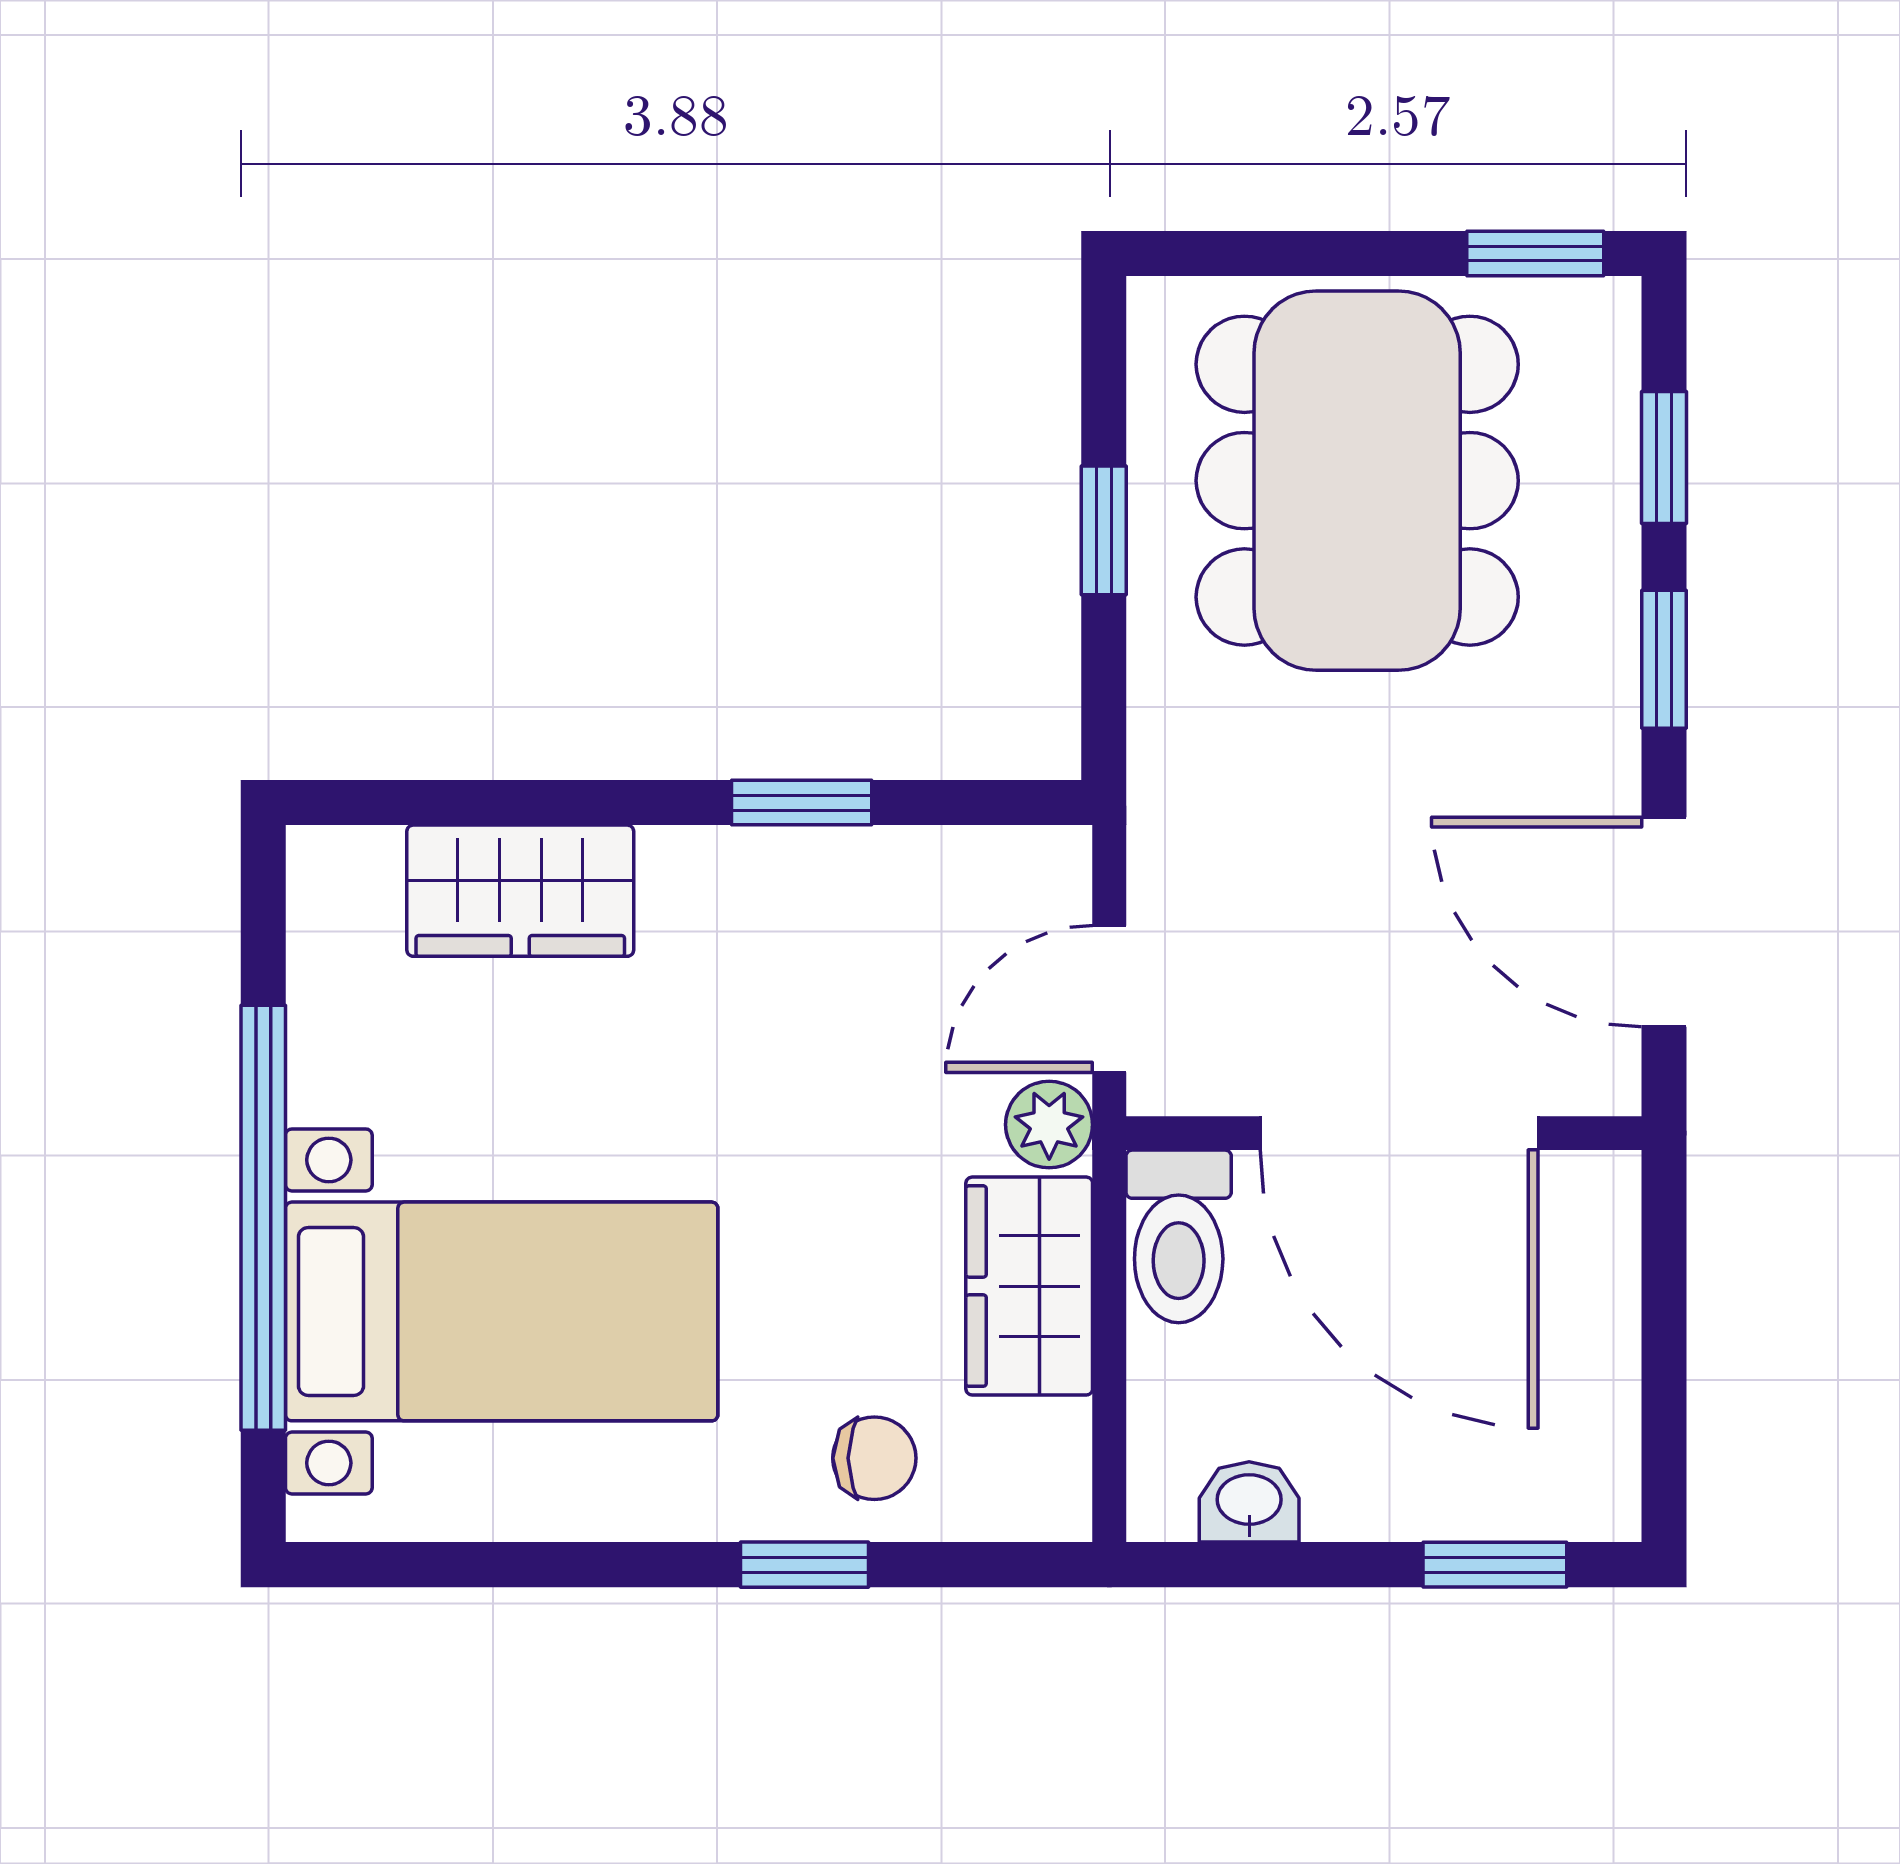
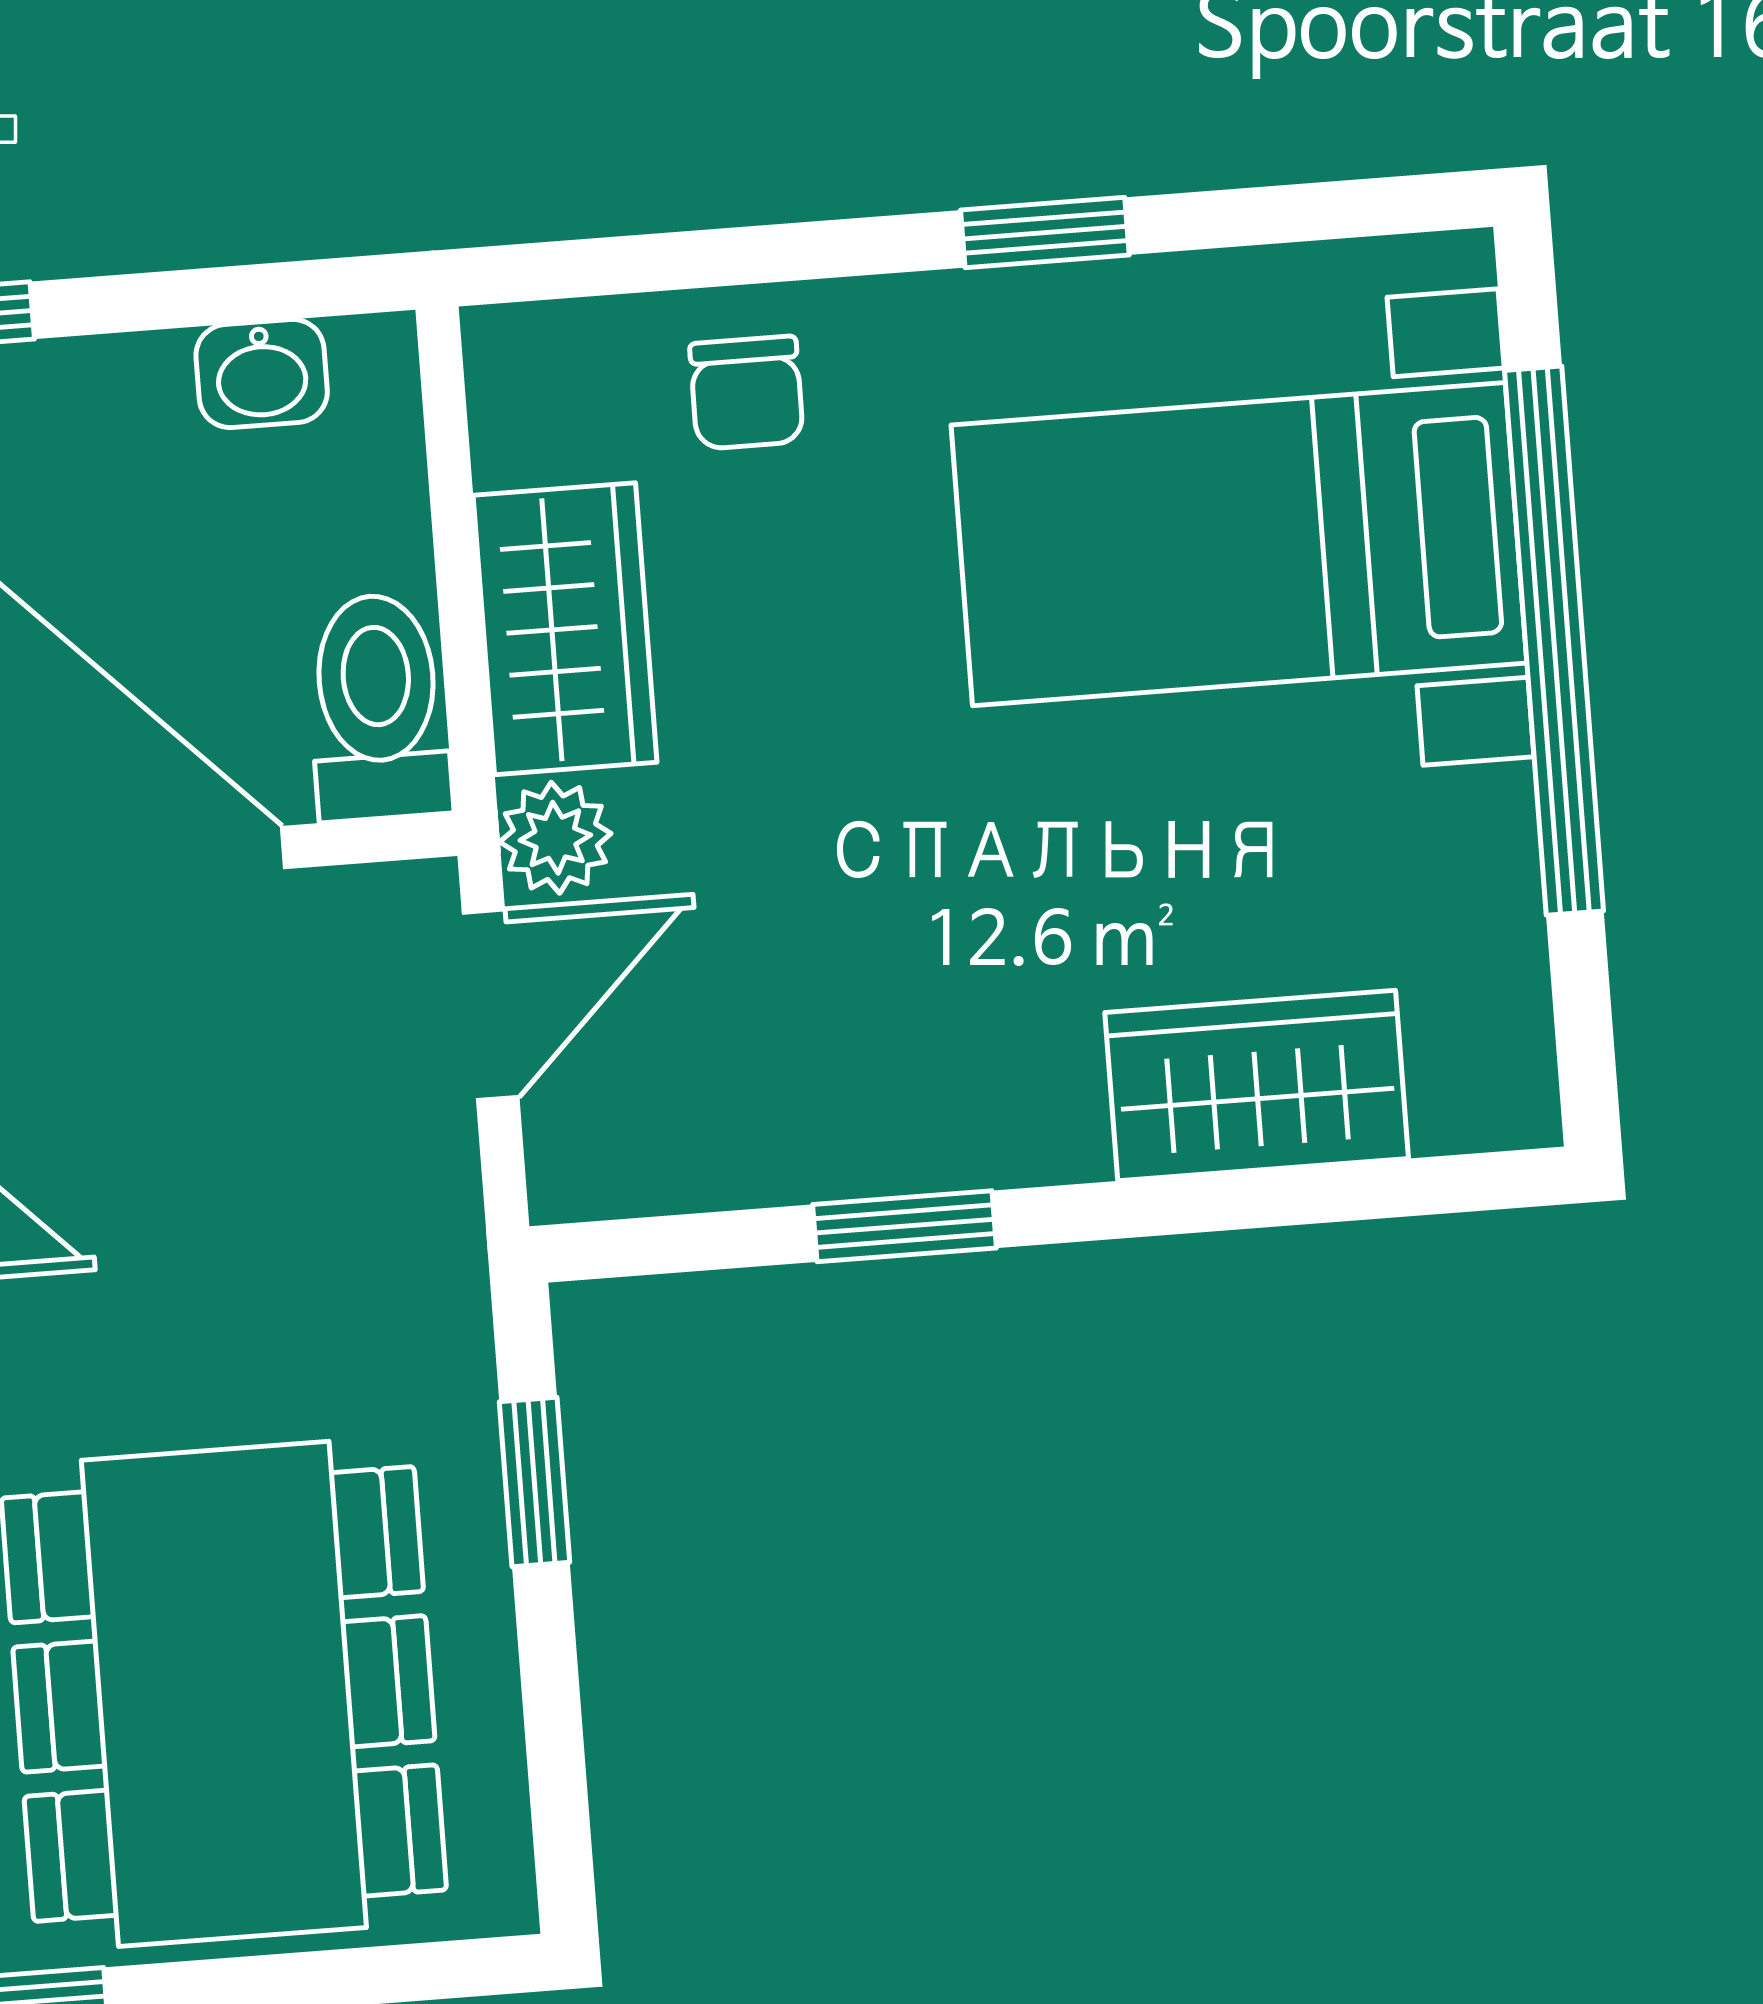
window: (1104, 530) -> (535, 1482), moved
chair: (874, 1458) -> (746, 393), turned -90
window: (805, 1565) -> (1045, 232), moved

